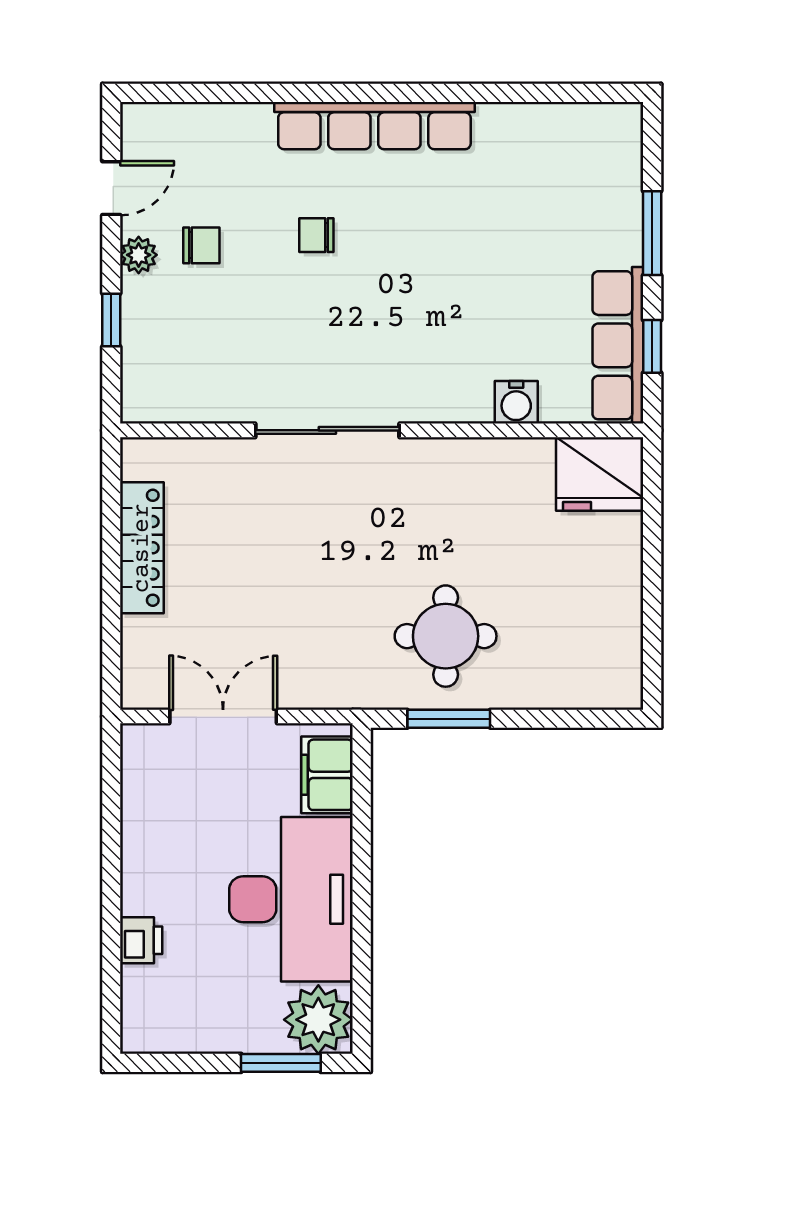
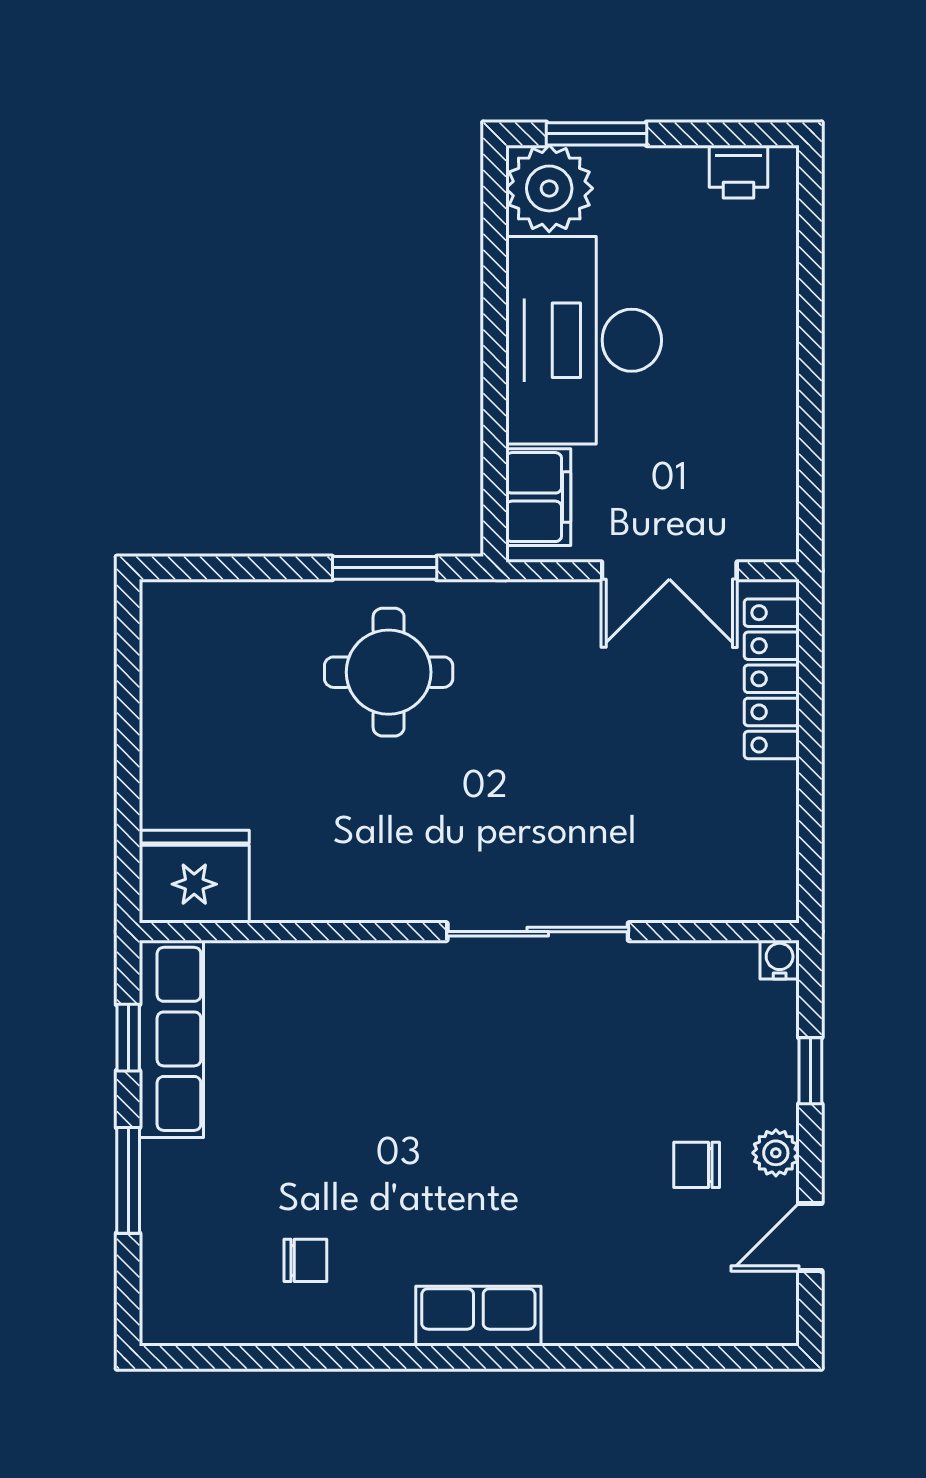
row of seats: (374, 126) -> (478, 1316), width x0.50
chair: (316, 235) -> (305, 1260), moved
water cooler: (516, 402) -> (780, 960), moved, width x0.72, depth x0.72
locker: (142, 548) -> (772, 679), moved
printer: (141, 940) -> (738, 172), moved, turned -90

